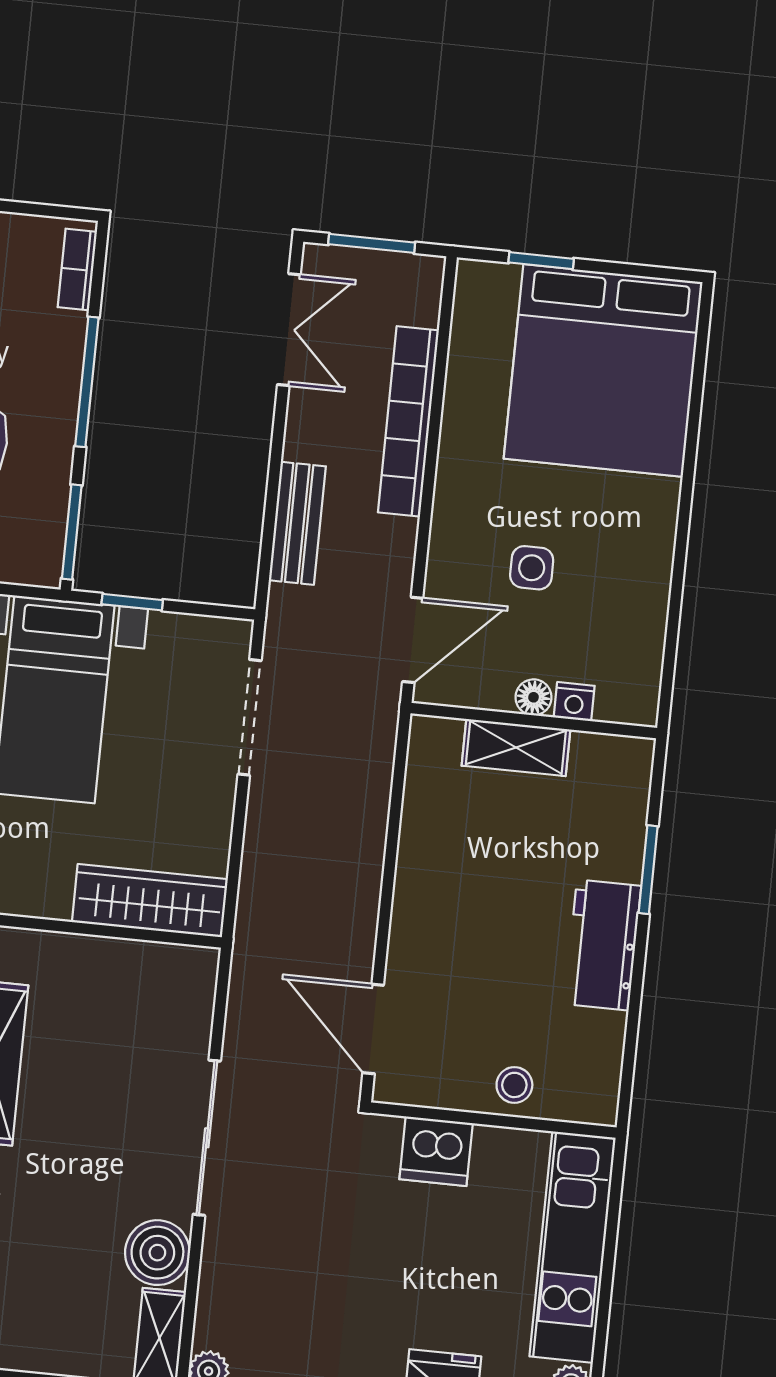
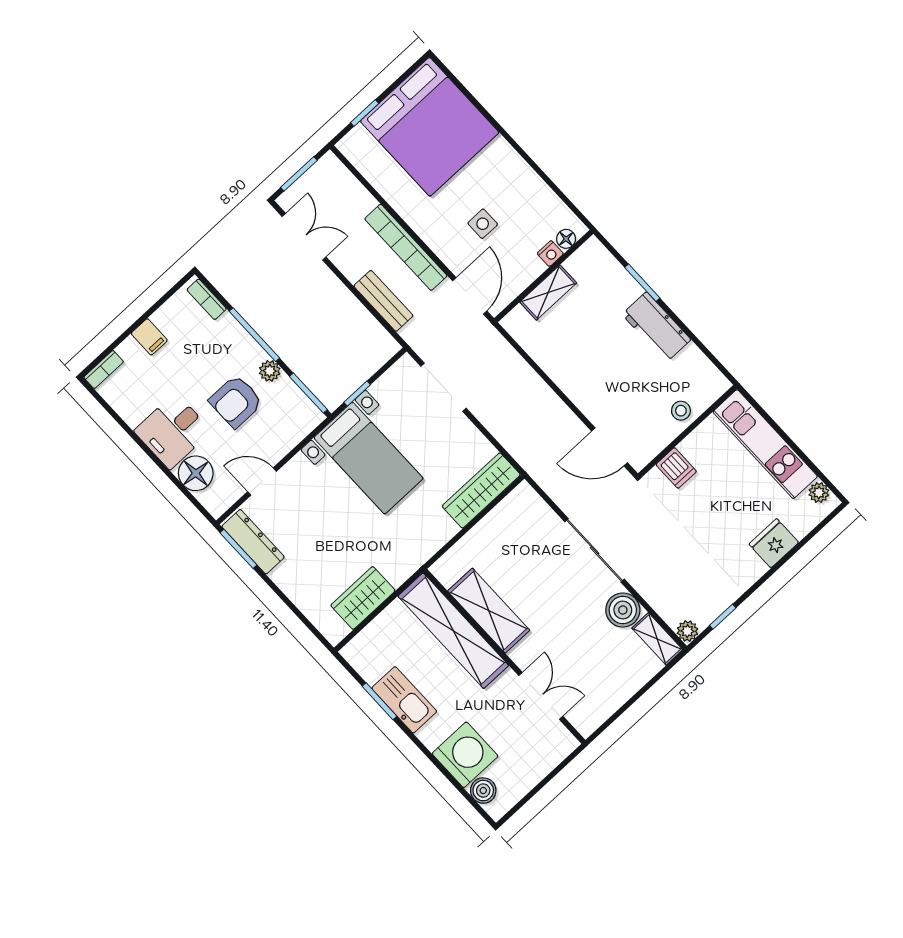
bookcase: (408, 421) -> (406, 247), moved
plant: (55, 449) -> (270, 371), added
floor lamp: (533, 697) -> (566, 239), moved
dishwasher: (436, 1151) -> (676, 468), width x0.73

